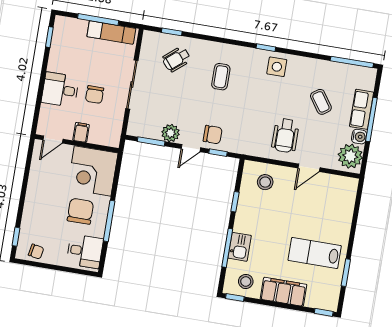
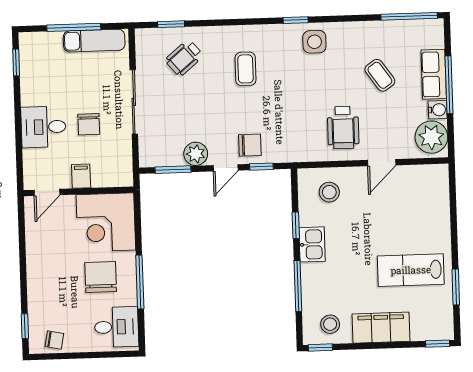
kitchen sink: (240, 247) -> (312, 244), moved

